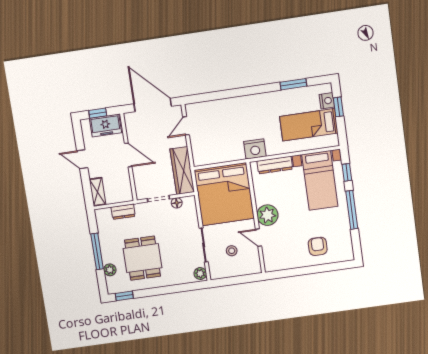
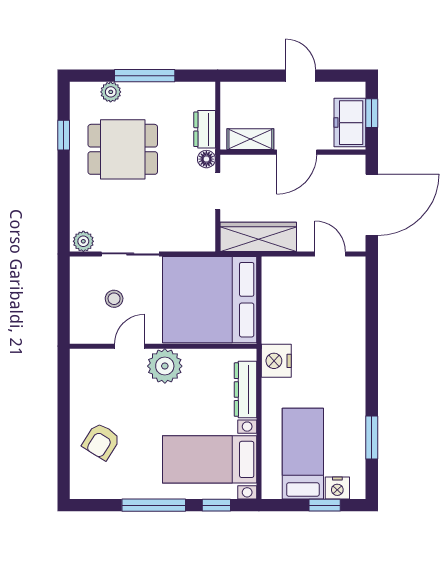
door: (82, 159) -> (301, 76), hinge flipped
shelving: (98, 192) -> (250, 139), moved
floor lamp: (177, 203) -> (206, 159), moved
armchair: (318, 246) -> (101, 441), turned 122
window: (124, 296) -> (64, 135), moved

